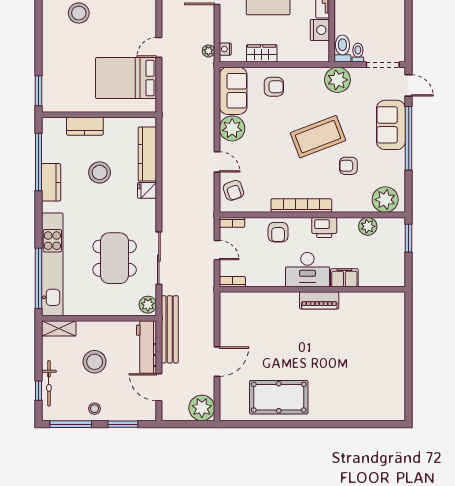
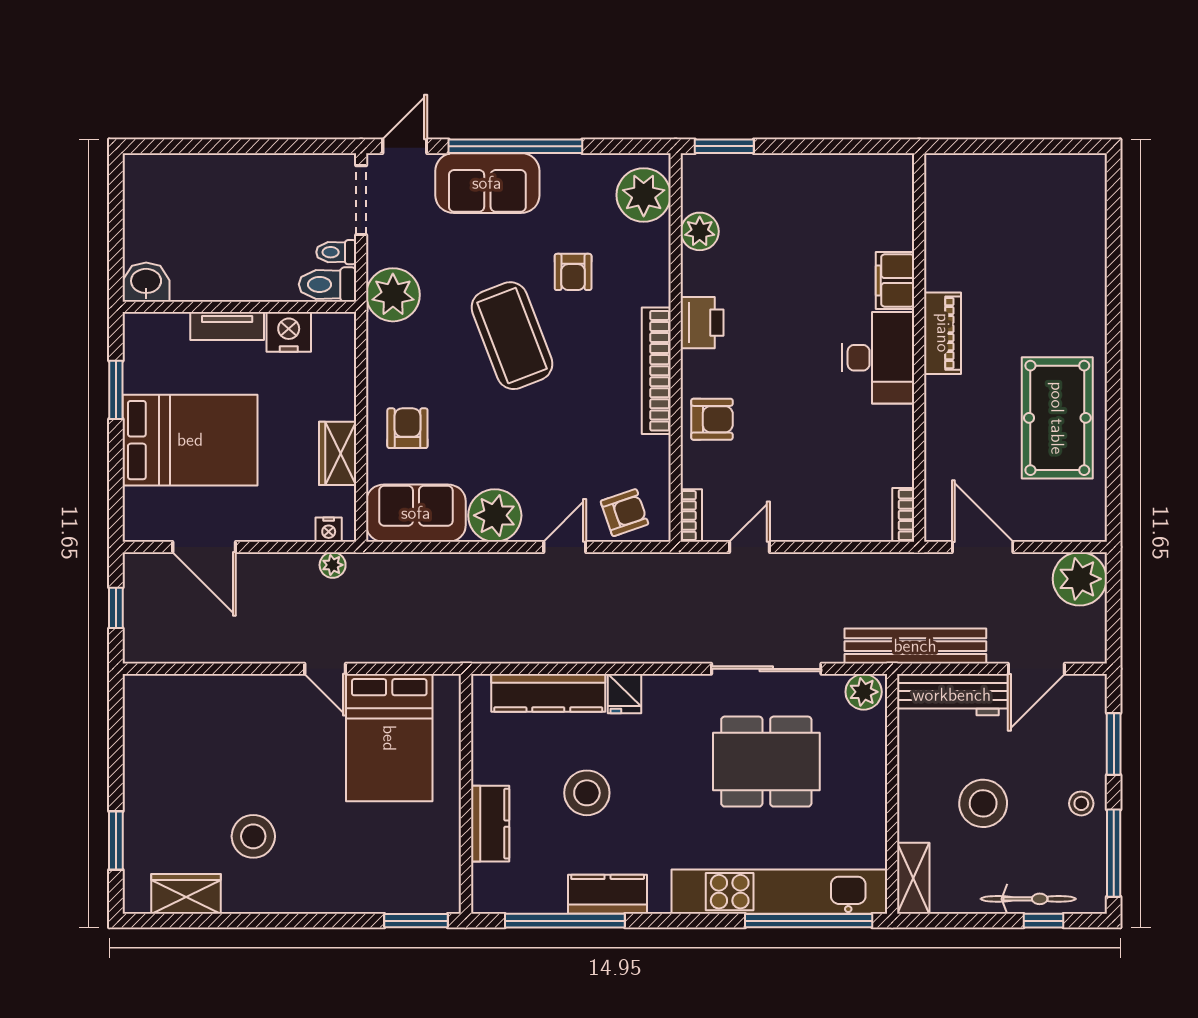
desk: (307, 270) -> (878, 358), moved
filing cabinet: (344, 278) -> (895, 281), moved
bookcase: (232, 282) -> (903, 515), moved
wall: (312, 289) -> (919, 347), moved
piano: (319, 300) -> (943, 333), moved

